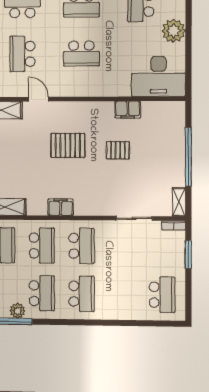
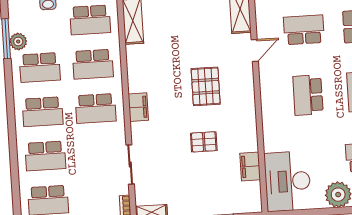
filing cabinet: (128, 110) -> (250, 167), moved
pallet: (118, 150) -> (204, 142), turned 90
filing cabinet: (61, 207) -> (138, 107), moved
school desk: (122, 294) -> (45, 156), added

